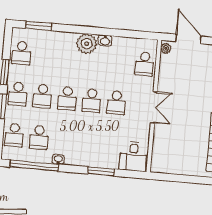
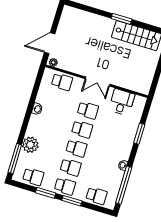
window: (39, 26) -> (15, 159), width x1.44
plant: (87, 44) -> (30, 145), moved
double door: (154, 107) -> (98, 82), swing flipped
school desk: (39, 137) -> (102, 177), removed
desk: (133, 156) -> (122, 102), moved, turned -90

